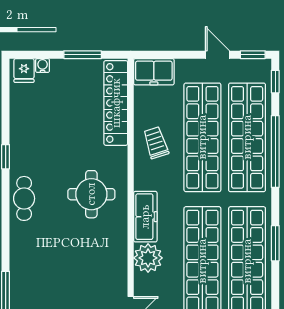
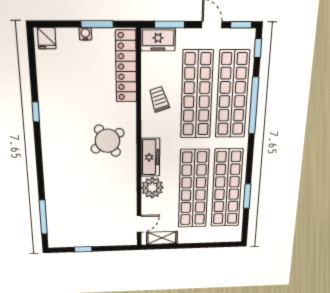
window: (167, 55) -> (170, 24), added
water cooler: (43, 66) -> (85, 34), moved
round table: (91, 194) -> (107, 141), turned -34
cafe table: (24, 198) -> (53, 145), removed
window: (275, 243) -> (247, 196), moved

